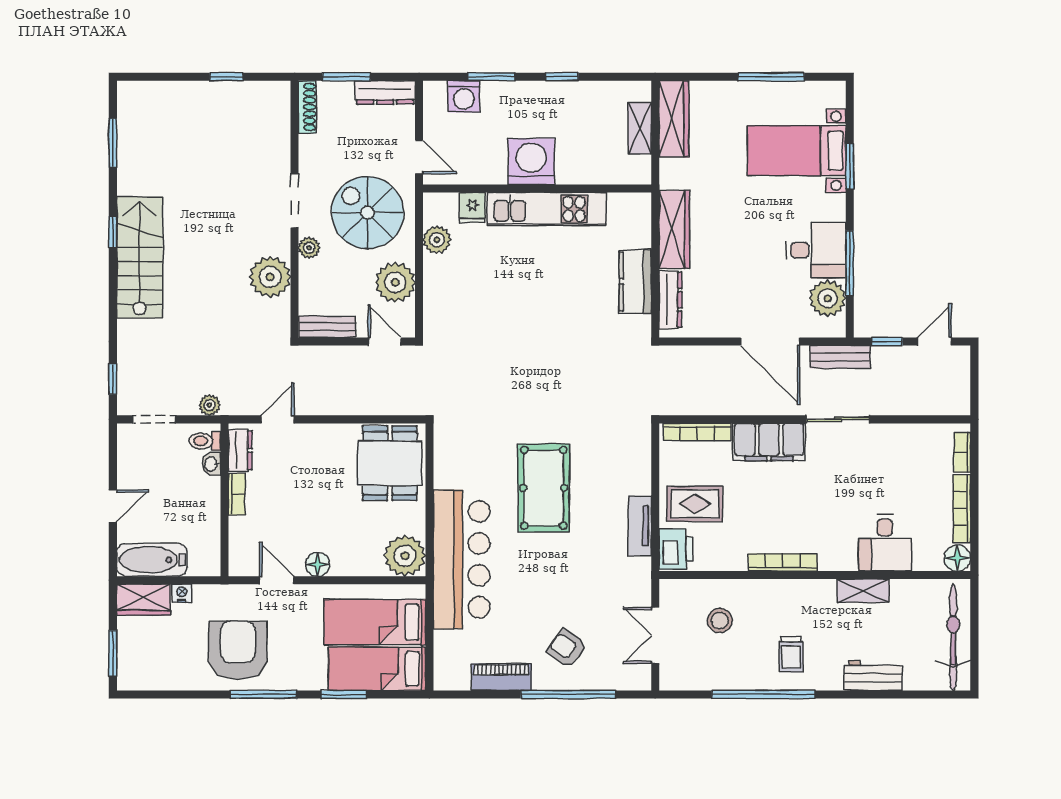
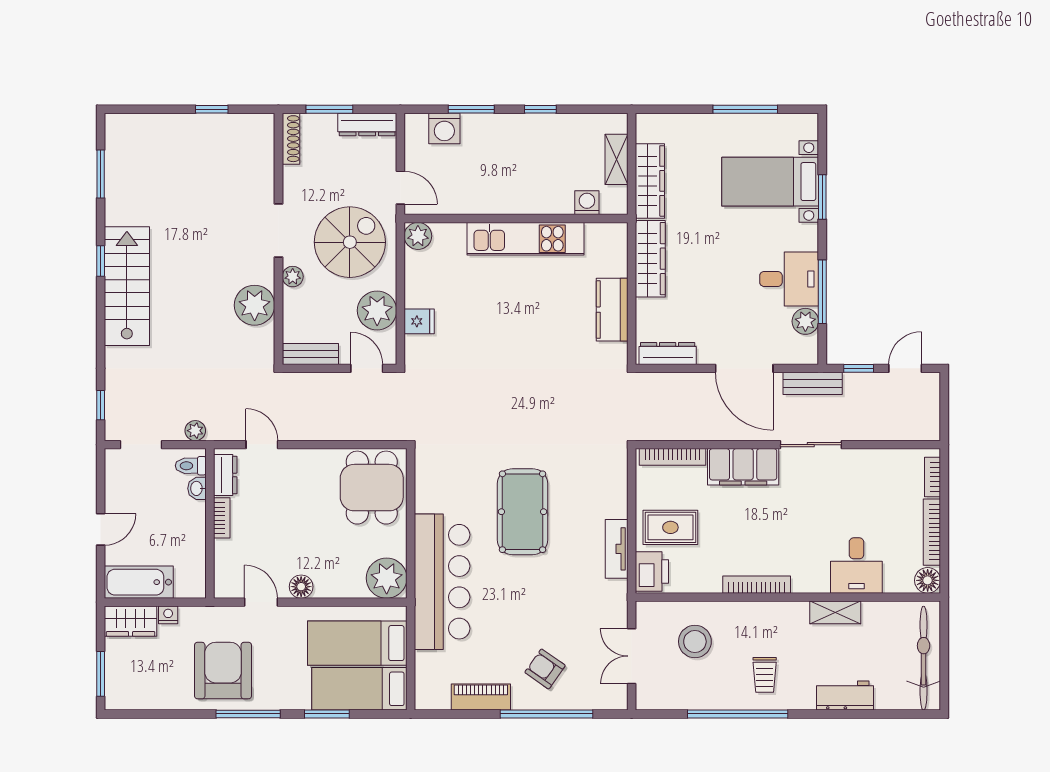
wardrobe: (674, 119) -> (650, 181), moved
washing machine: (531, 161) -> (587, 203), moved, width x0.53, depth x0.53
fridge: (472, 208) -> (419, 321), moved, turned -90
spiral stairs: (367, 213) -> (350, 242), turned 90
plant: (437, 240) -> (418, 236), moved
plant: (828, 298) -> (805, 321), width x0.73, depth x0.73
dresser: (670, 300) -> (668, 353), moved, turned -90
door: (278, 419) -> (262, 445), hinge flipped
stool: (720, 620) -> (695, 642), width x1.38, depth x1.38

